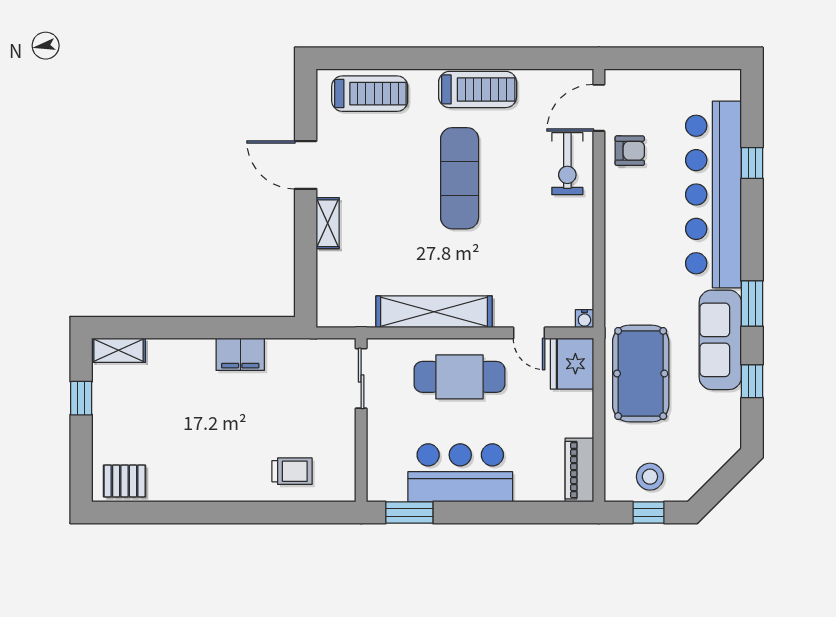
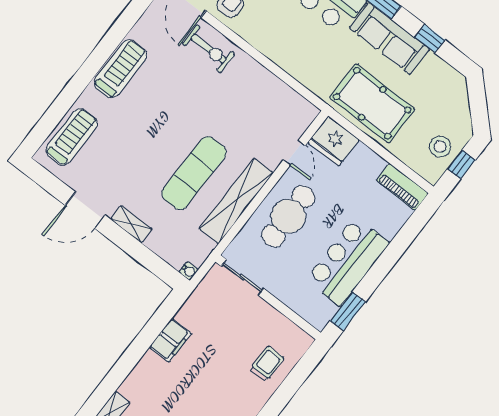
exercise mat: (460, 178) -> (194, 173), moved, turned 90
water cooler: (584, 319) -> (189, 271), moved
door: (529, 333) -> (294, 153), hinge flipped

